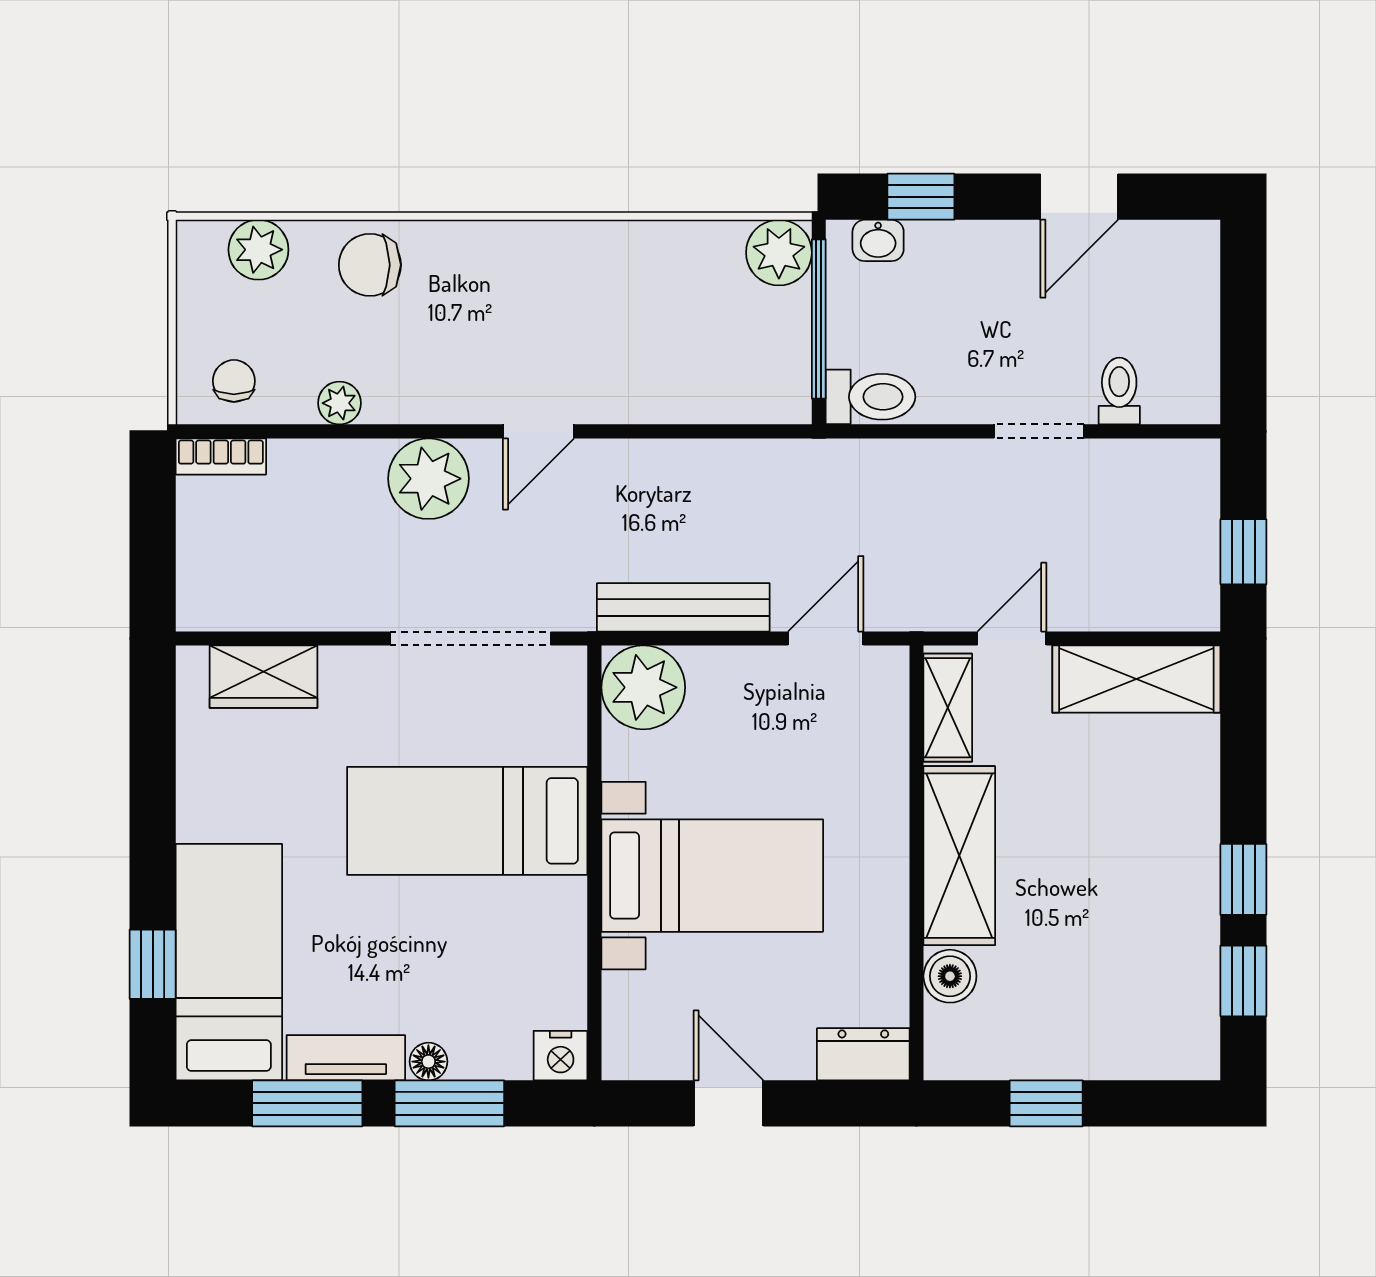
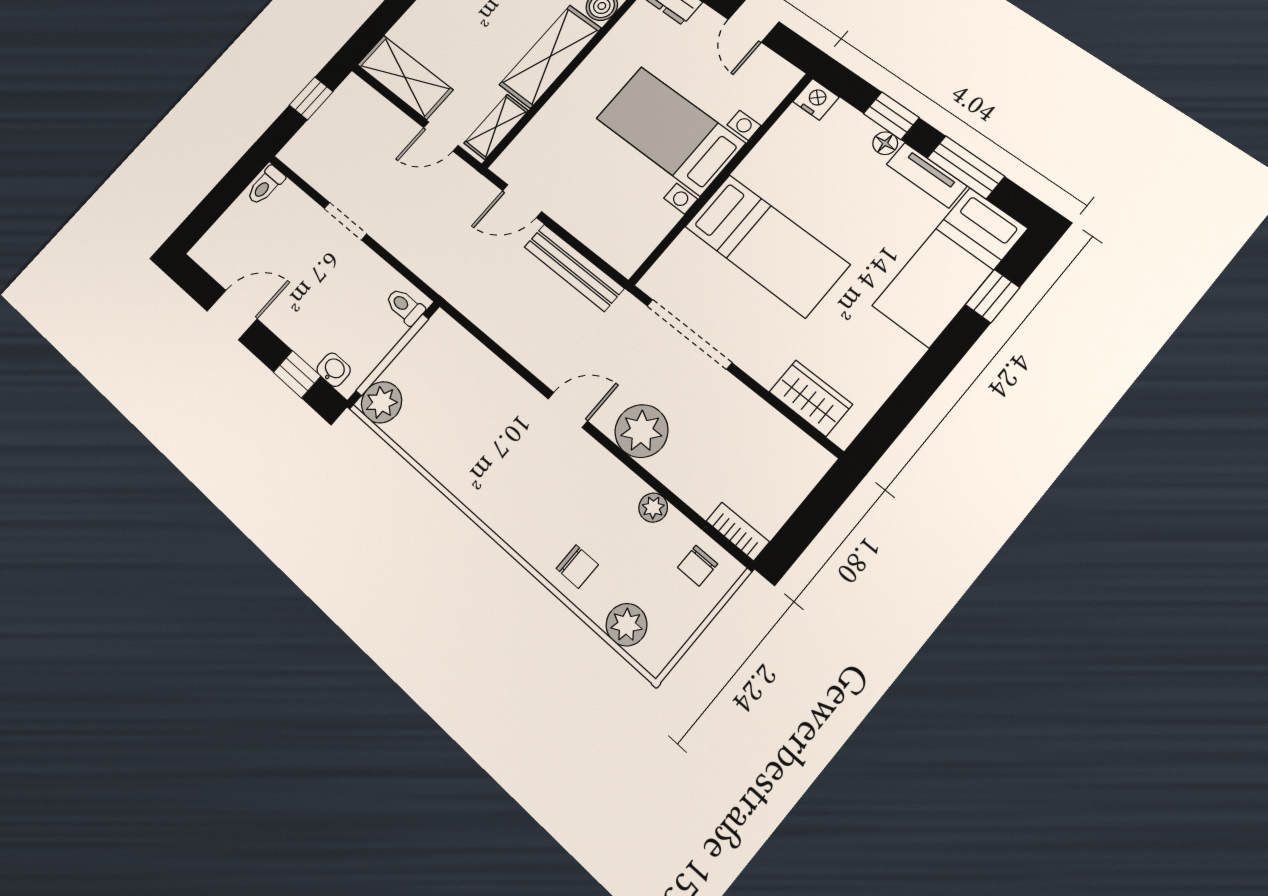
chair: (370, 265) -> (577, 567), width x0.73, depth x0.73
toilet: (1119, 391) -> (266, 185), moved
toilet: (870, 397) -> (405, 306), width x0.73, depth x0.72
plant: (643, 687) -> (626, 244), removed
window: (449, 1103) -> (891, 116), width x0.67

